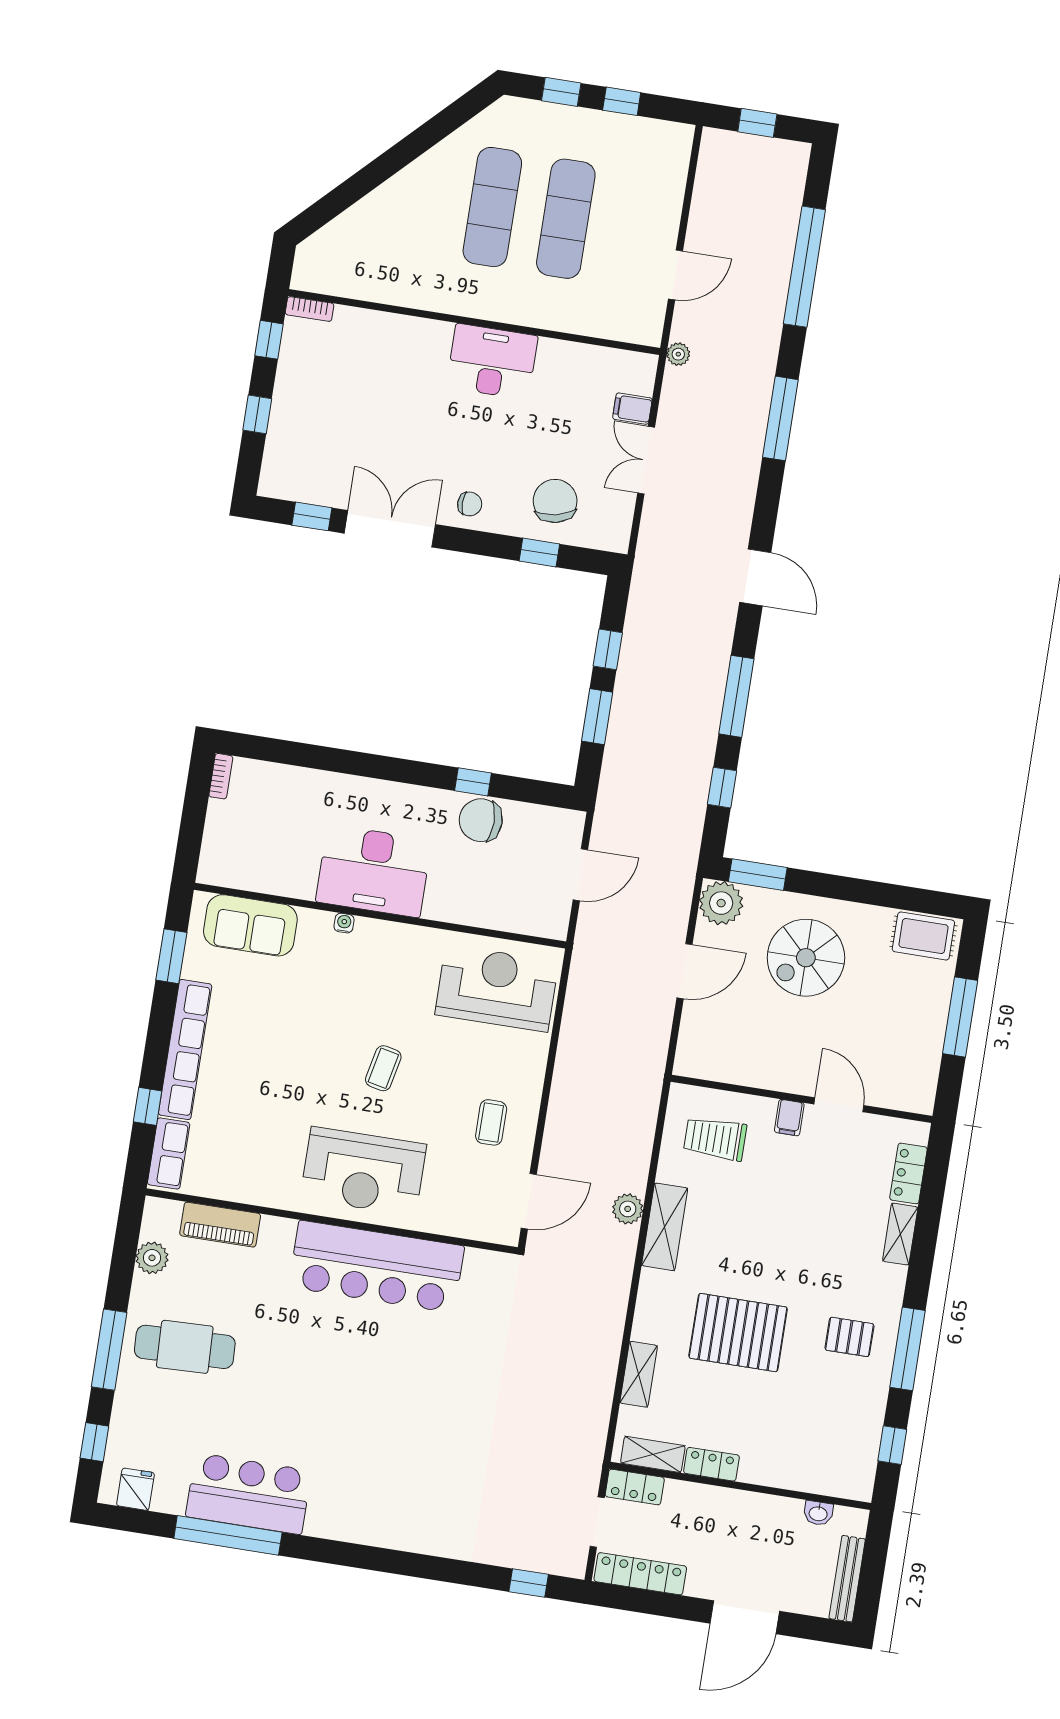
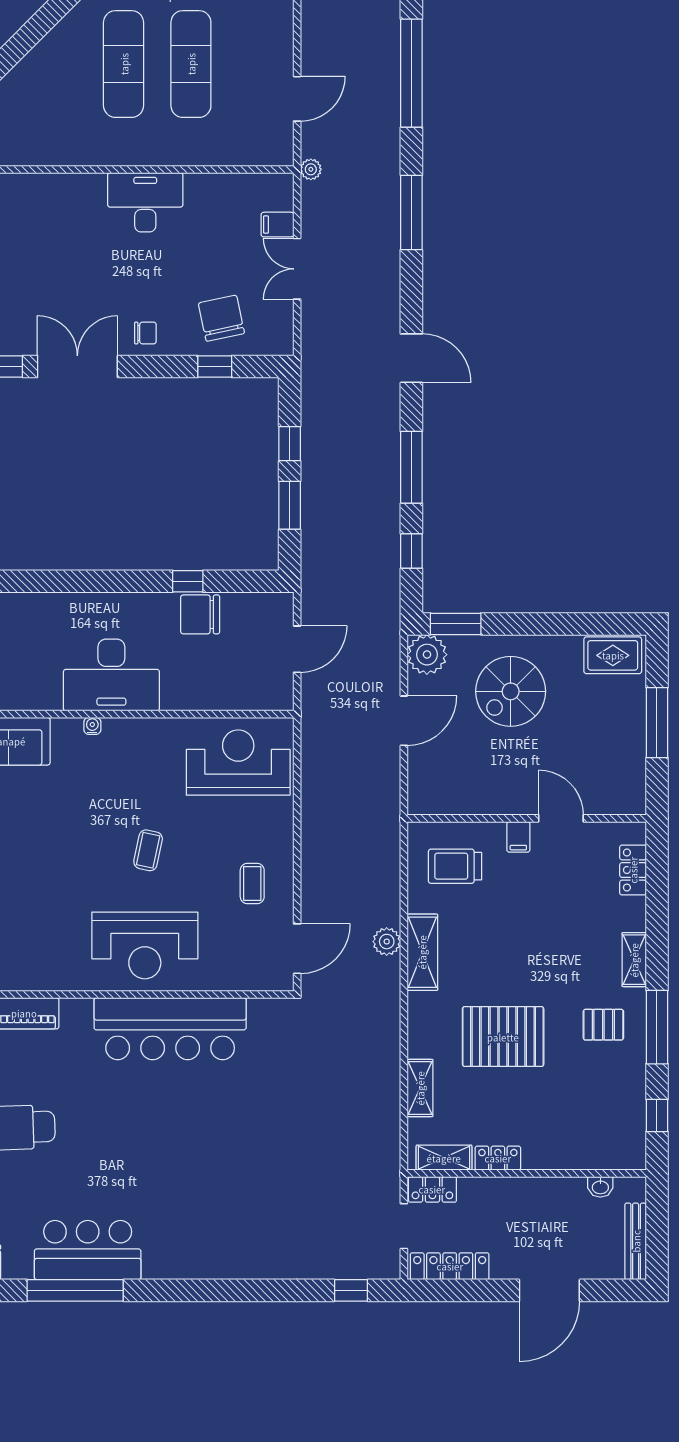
shelving: (900, 1234) -> (634, 960), moved

